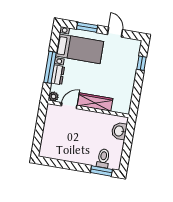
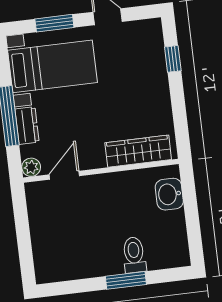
wardrobe: (95, 102) -> (138, 151), moved
toilet: (103, 158) -> (134, 255), moved
window: (101, 171) -> (126, 280), moved

